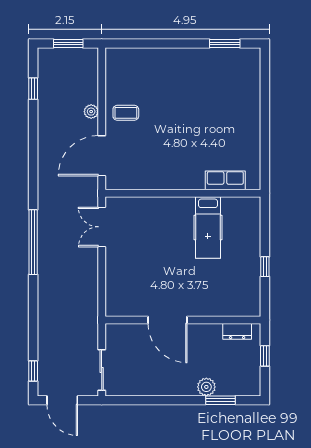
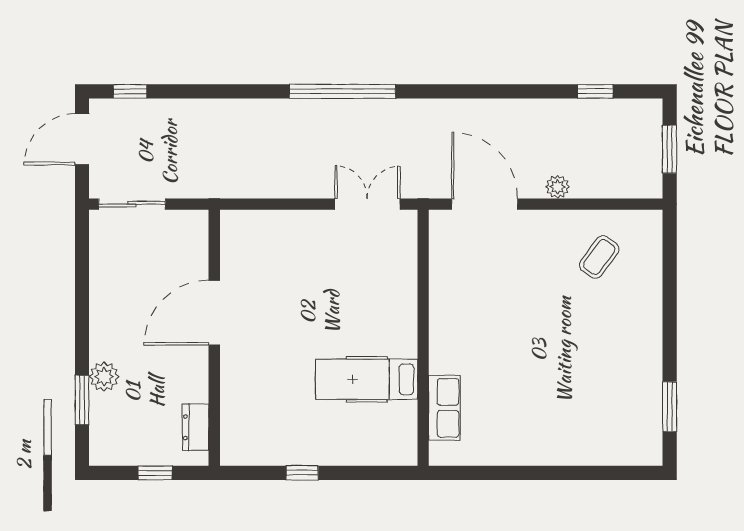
coffee table: (126, 113) -> (599, 257), moved, turned 36

